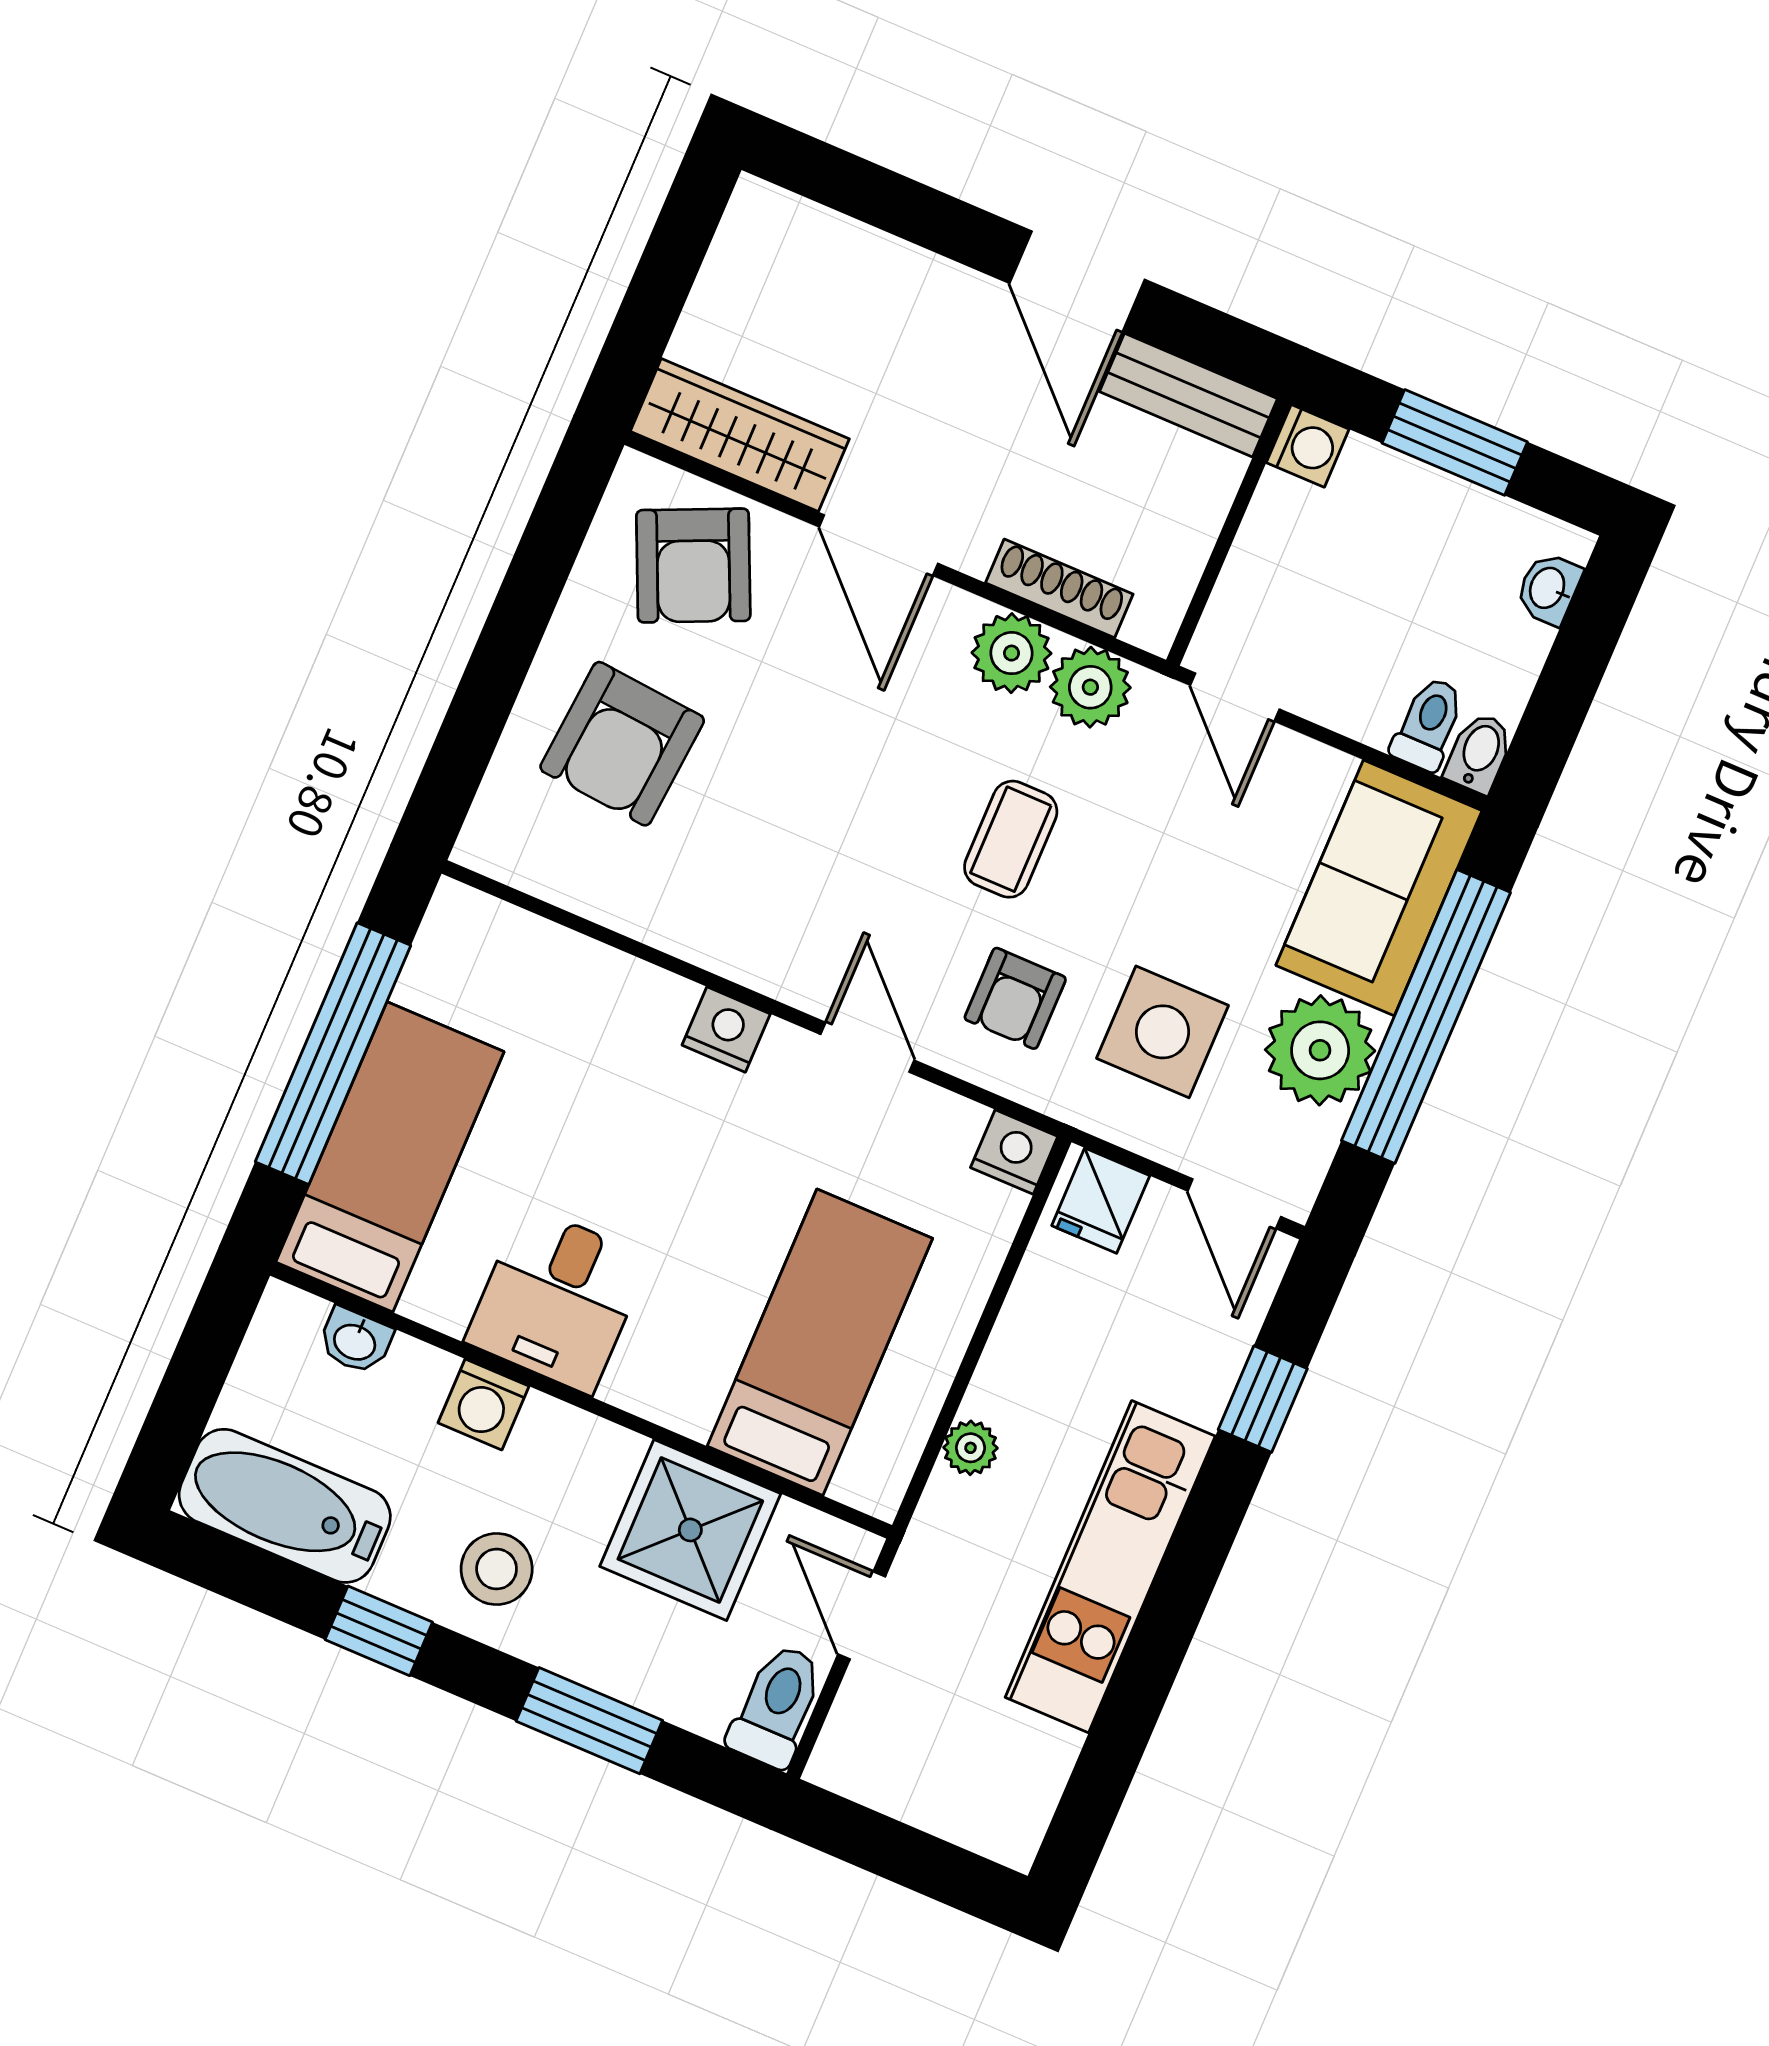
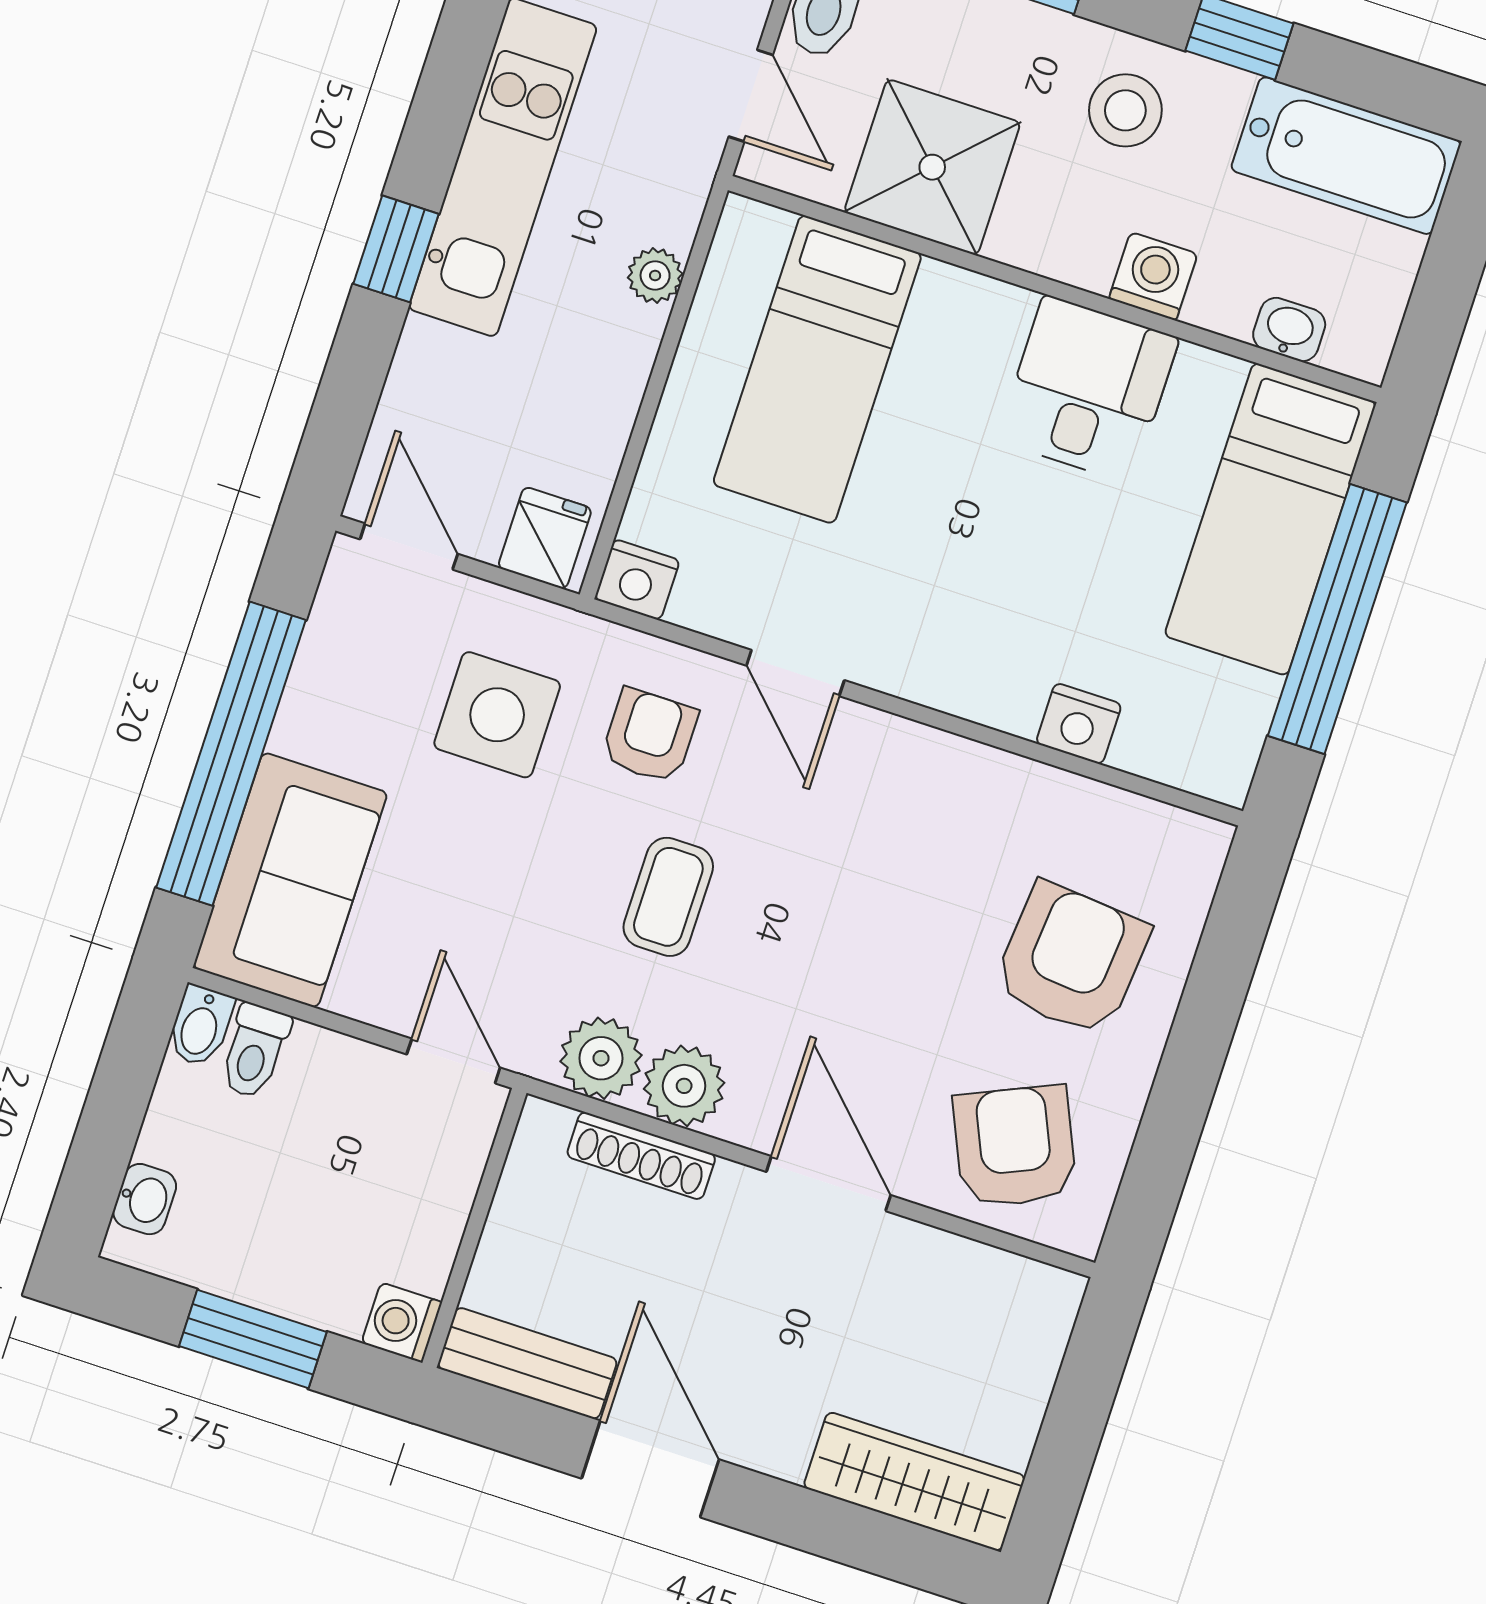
wardrobe: (740, 435) -> (914, 1482), moved, turned 180
nightstand: (726, 1030) -> (1079, 724), moved
plant: (1320, 1050) -> (336, 710), removed
window: (1263, 1399) -> (396, 249), moved

